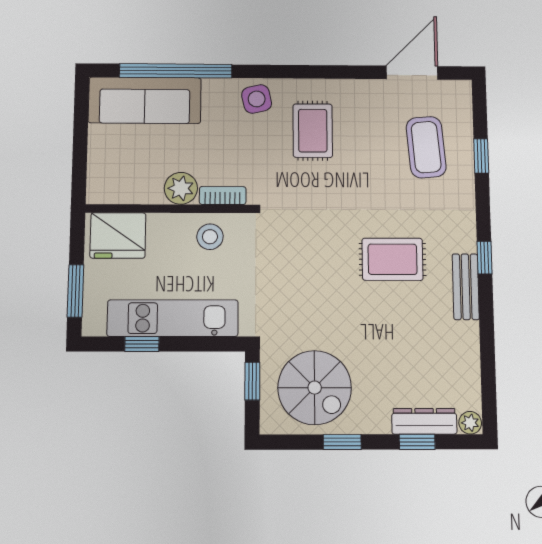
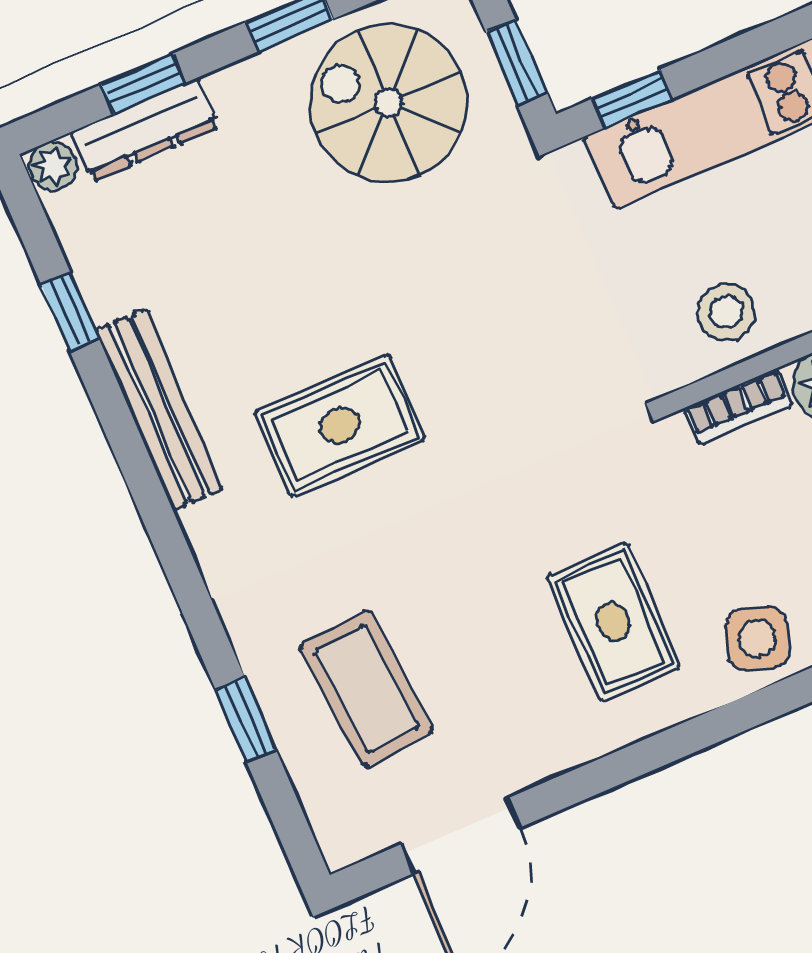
side table: (257, 99) -> (757, 638), turned 32
window: (484, 258) -> (70, 312), moved
bench: (466, 287) -> (159, 409), width x1.36
window: (142, 344) -> (632, 99), moved

